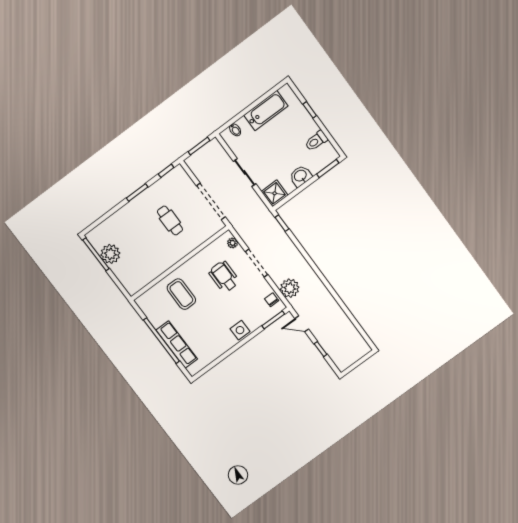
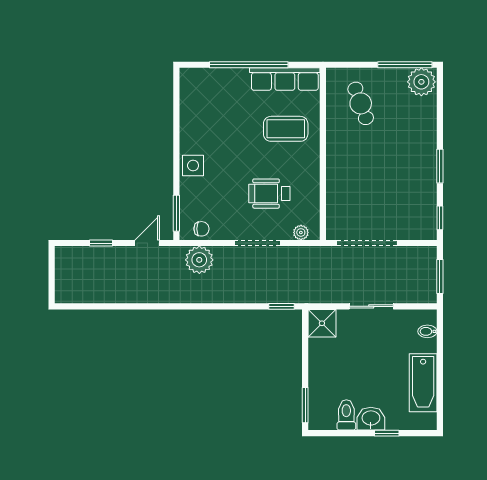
washbasin: (301, 176) -> (371, 419), moved, turned -90
cafe table: (170, 220) -> (361, 103), moved, turned 70
plant: (110, 254) -> (421, 82), moved
wheelchair: (224, 277) -> (269, 194), turned 180
row of seats: (177, 345) -> (285, 79), moved

